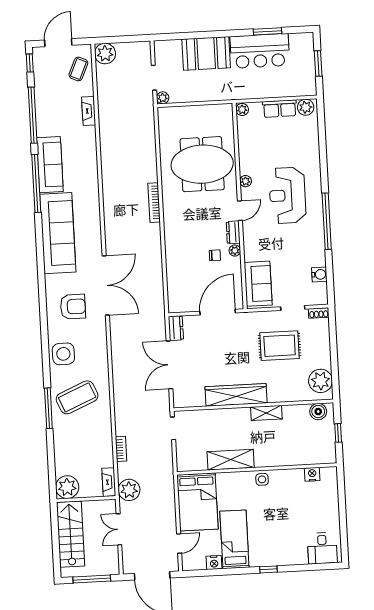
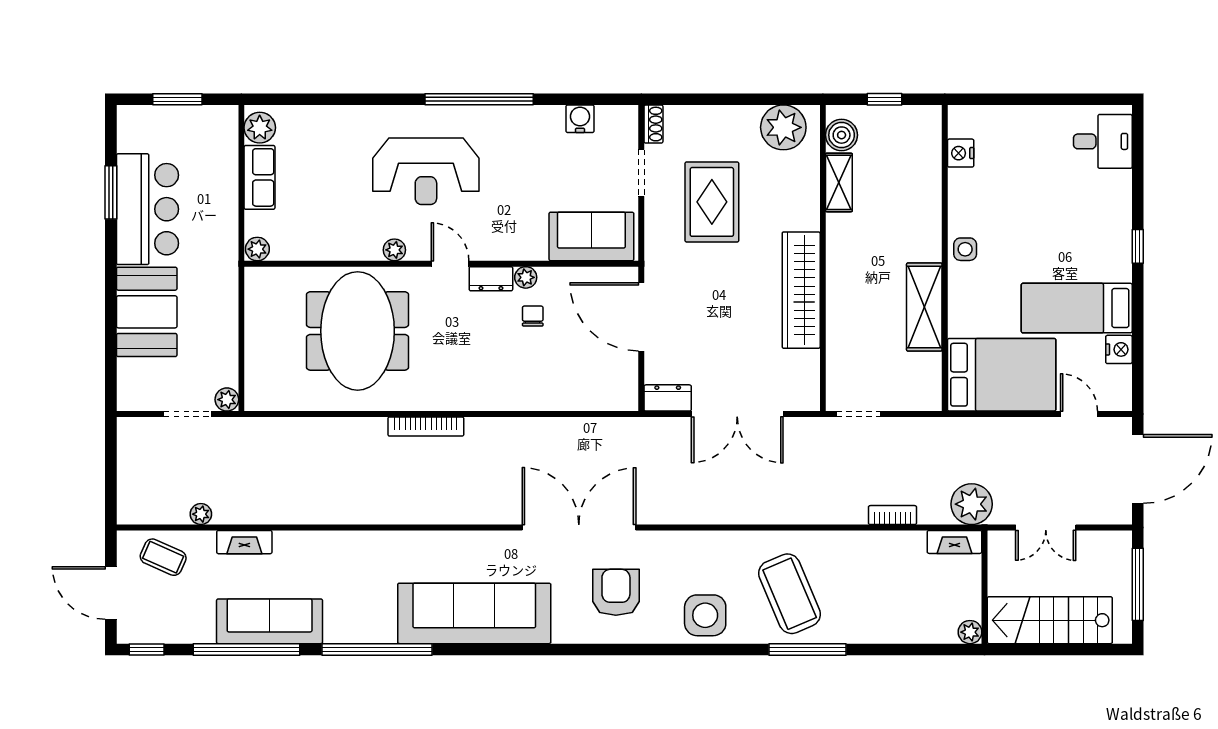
plant: (105, 54) -> (201, 514), moved, width x0.53, depth x0.53
sofa: (50, 165) -> (270, 621), moved
shelving: (266, 413) -> (839, 182), moved
plant: (67, 487) -> (970, 632), width x0.53, depth x0.53

